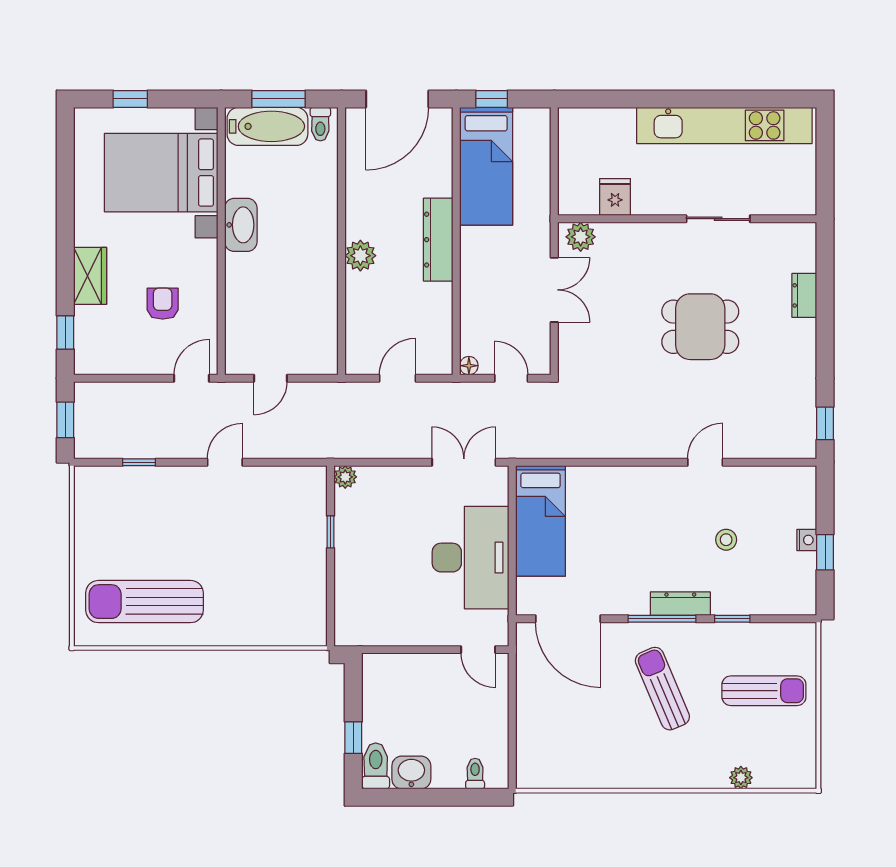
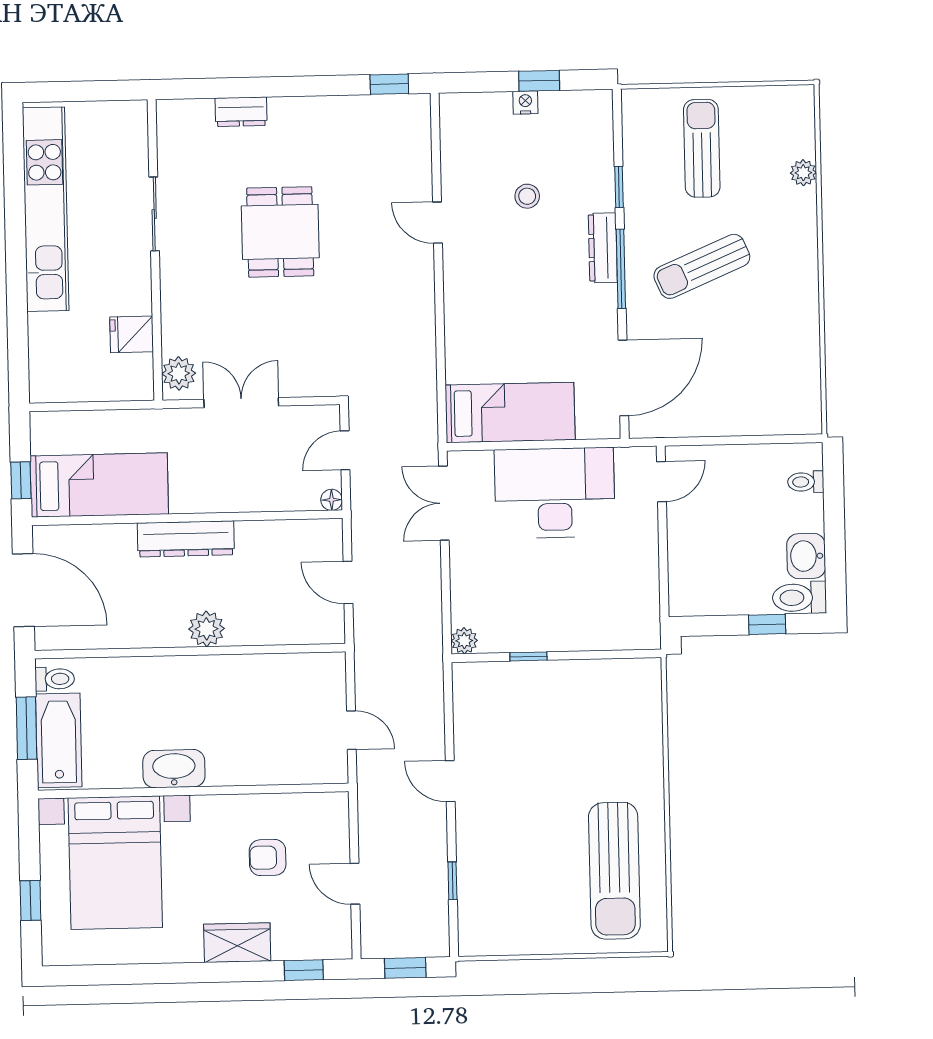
door: (192, 378) -> (355, 884), moved

